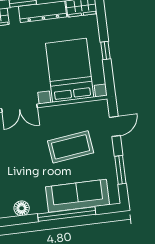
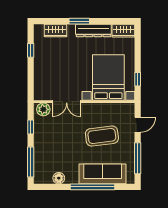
window: (106, 51) -> (138, 79), moved
window: (120, 170) -> (138, 158), width x1.44

